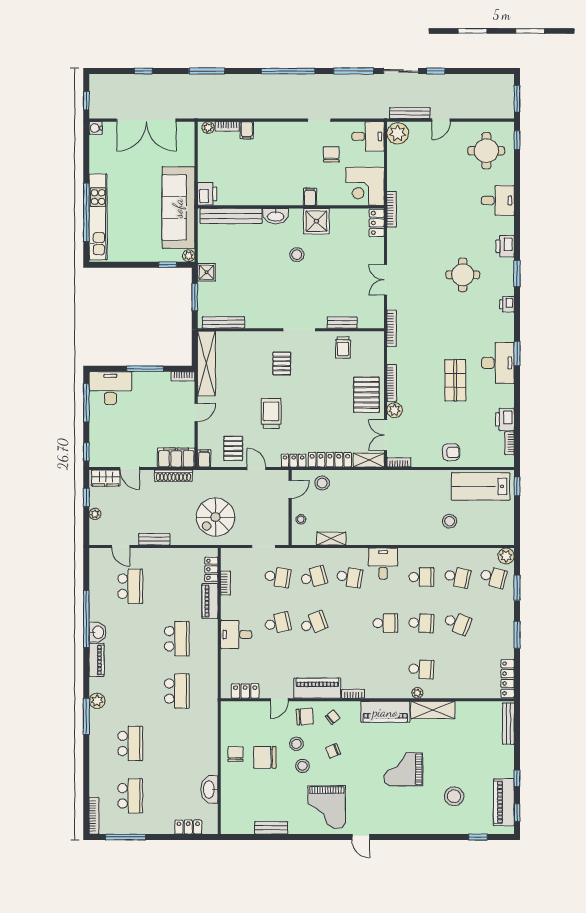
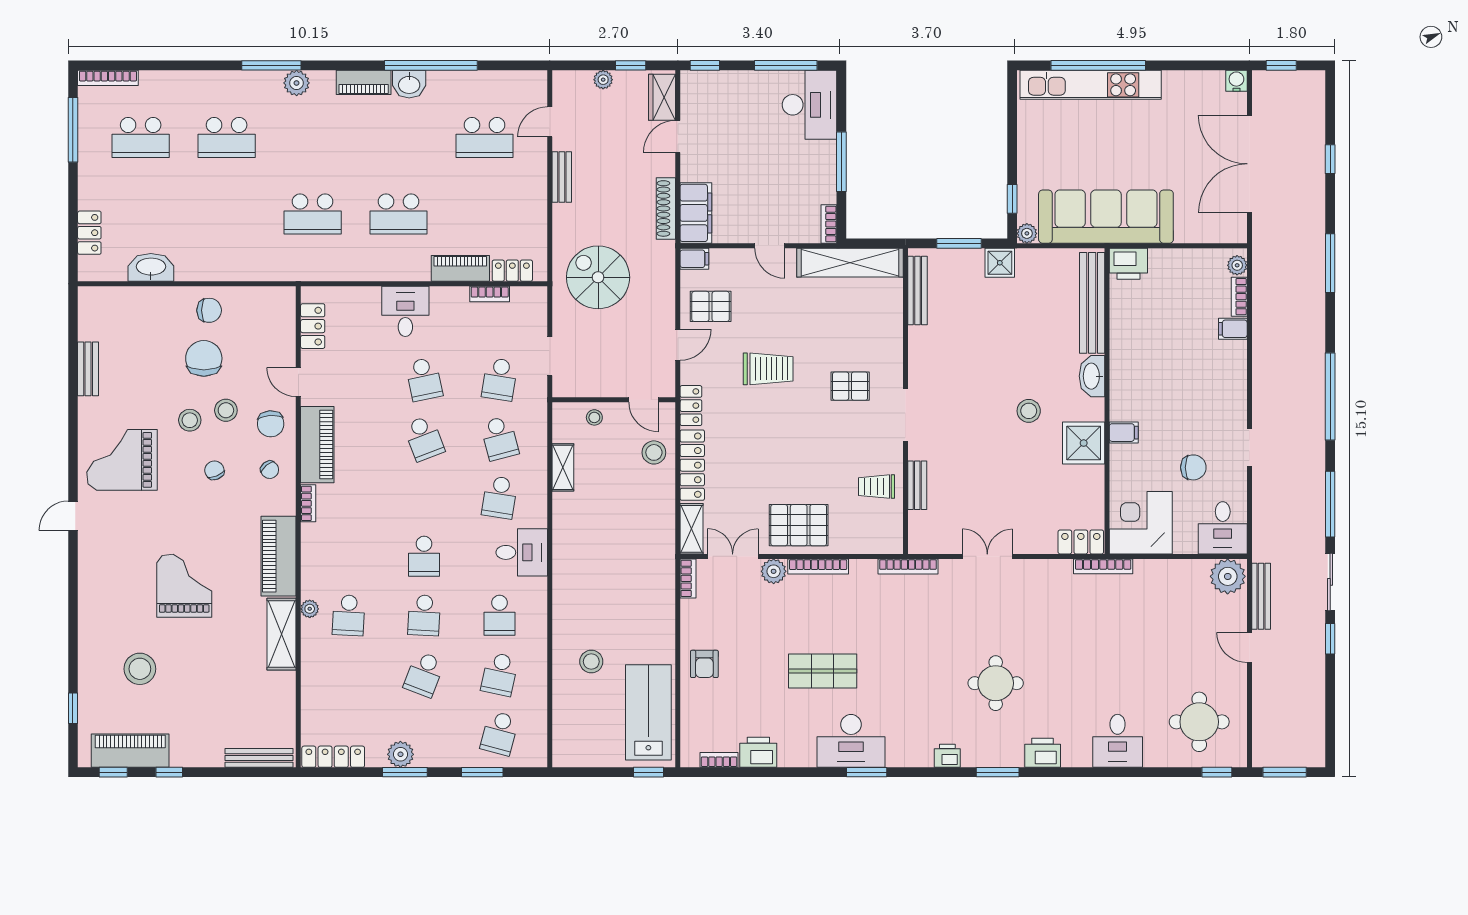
plant: (506, 556) -> (400, 754), moved

